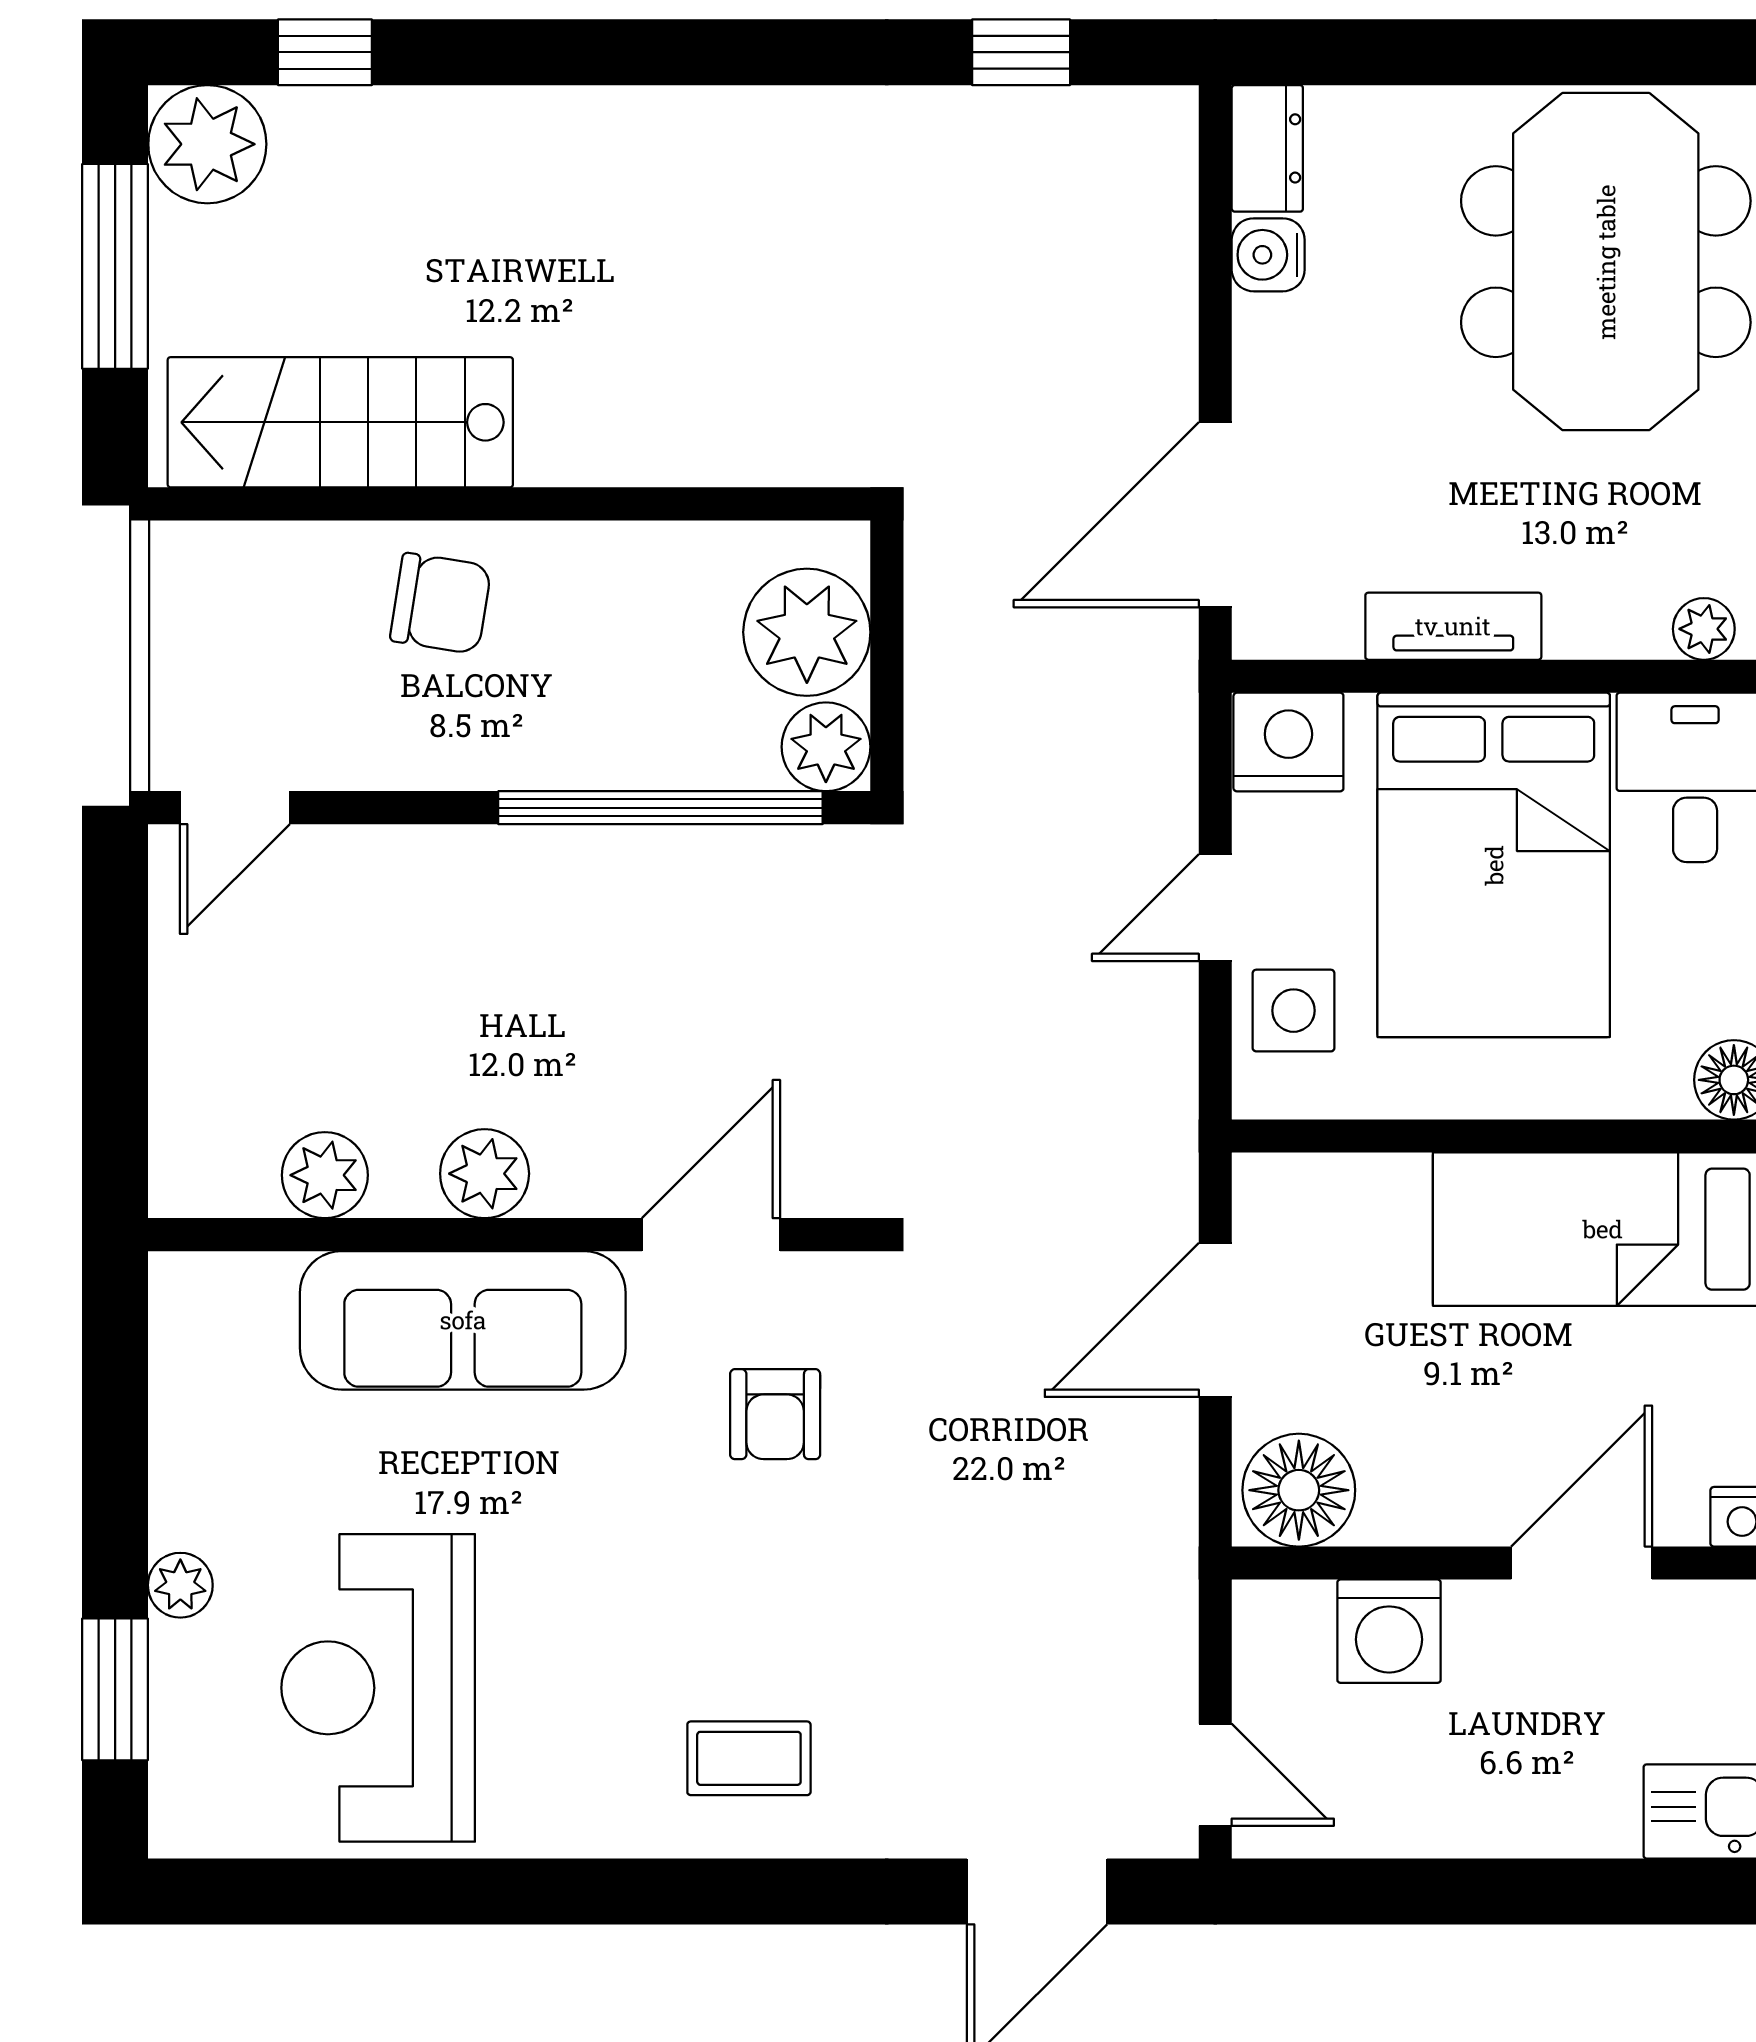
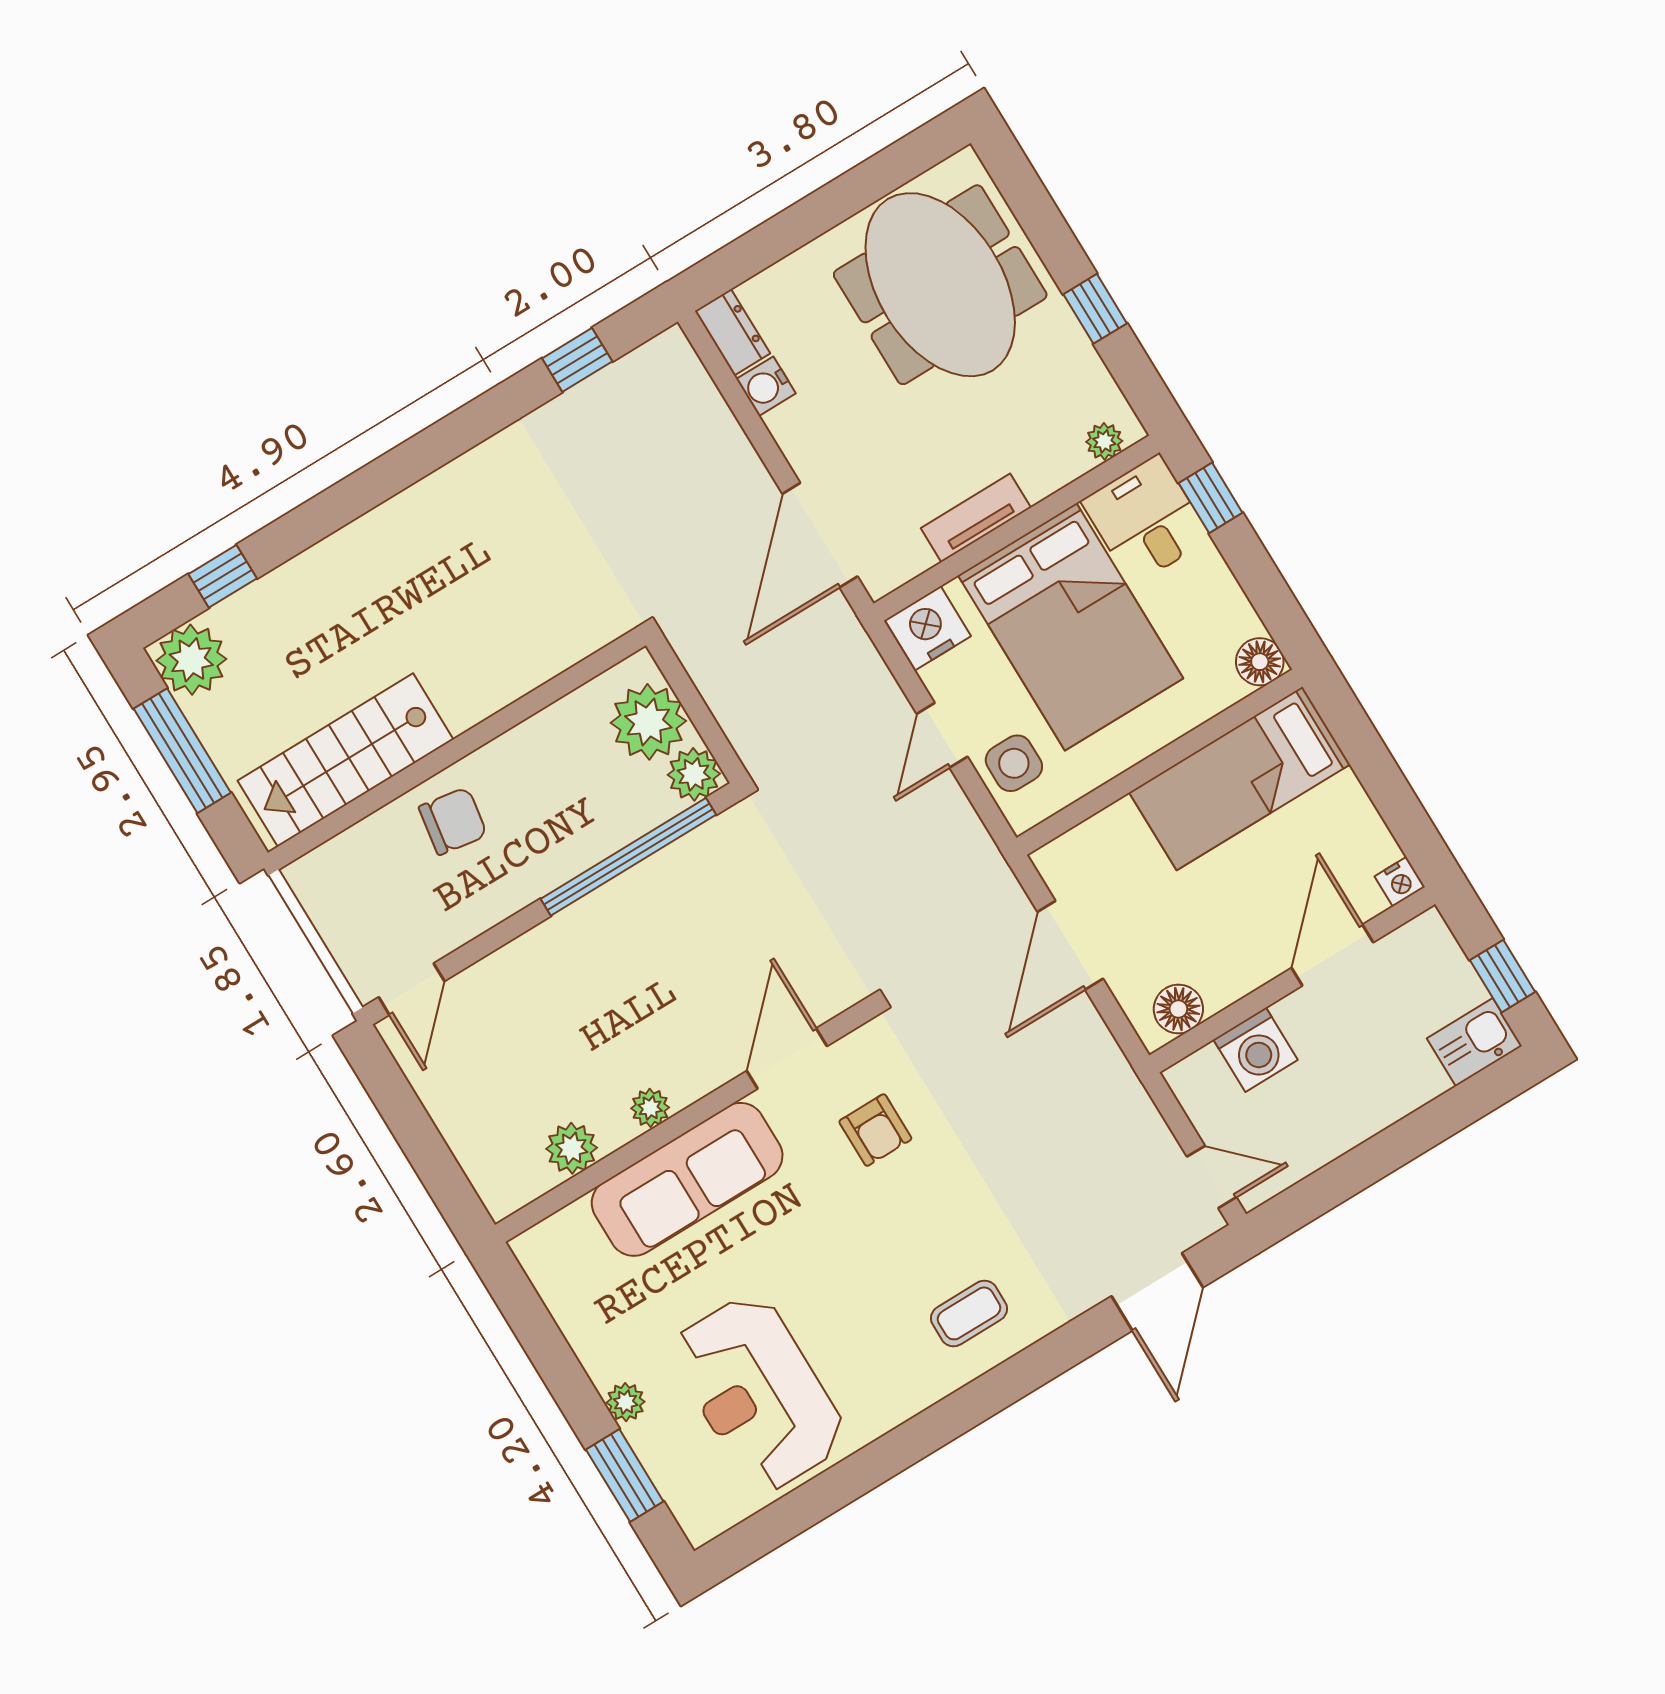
plant: (485, 1174) -> (650, 1108), width x0.73, depth x0.73
floor lamp: (1299, 1490) -> (1178, 1009), width x0.73, depth x0.73

